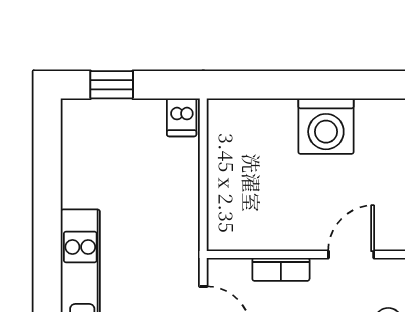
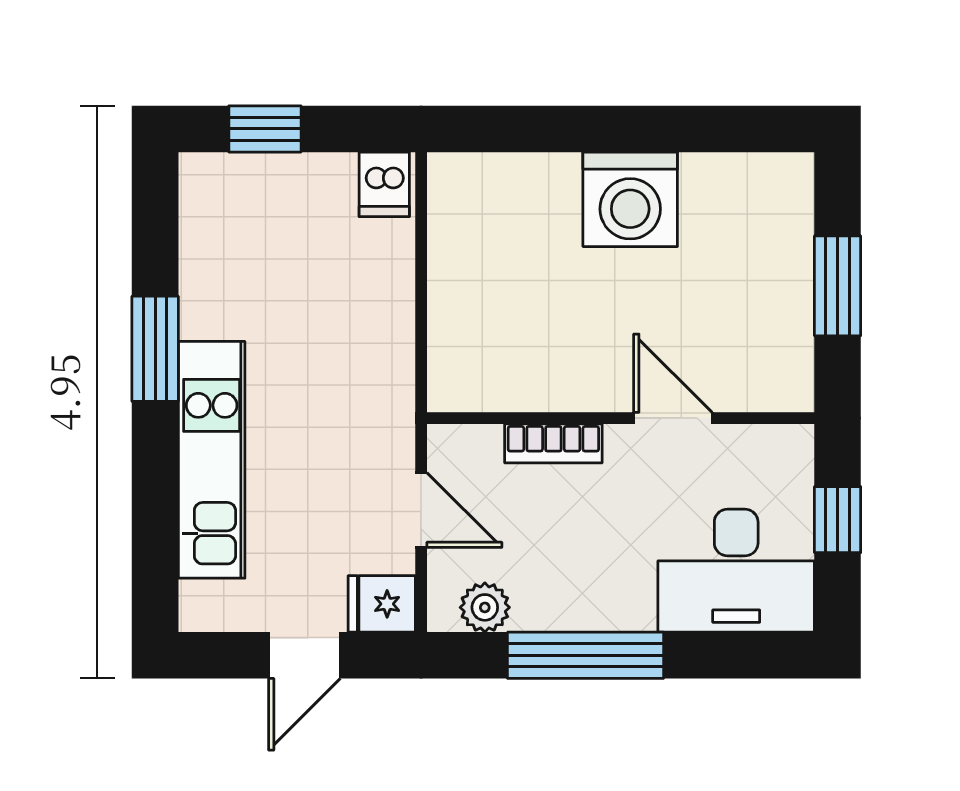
window: (47, 214) -> (155, 349), added
door: (351, 255) -> (673, 418), hinge flipped

